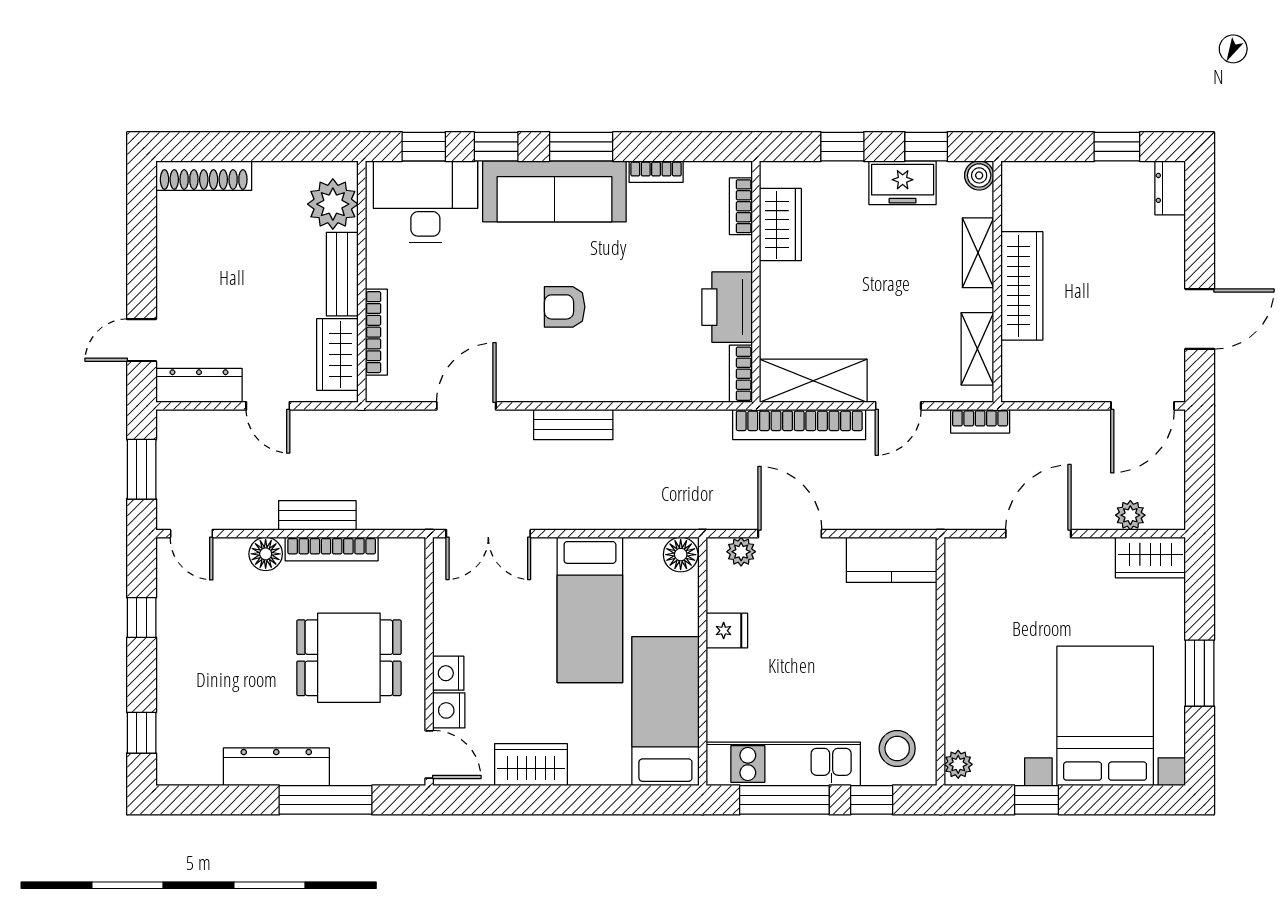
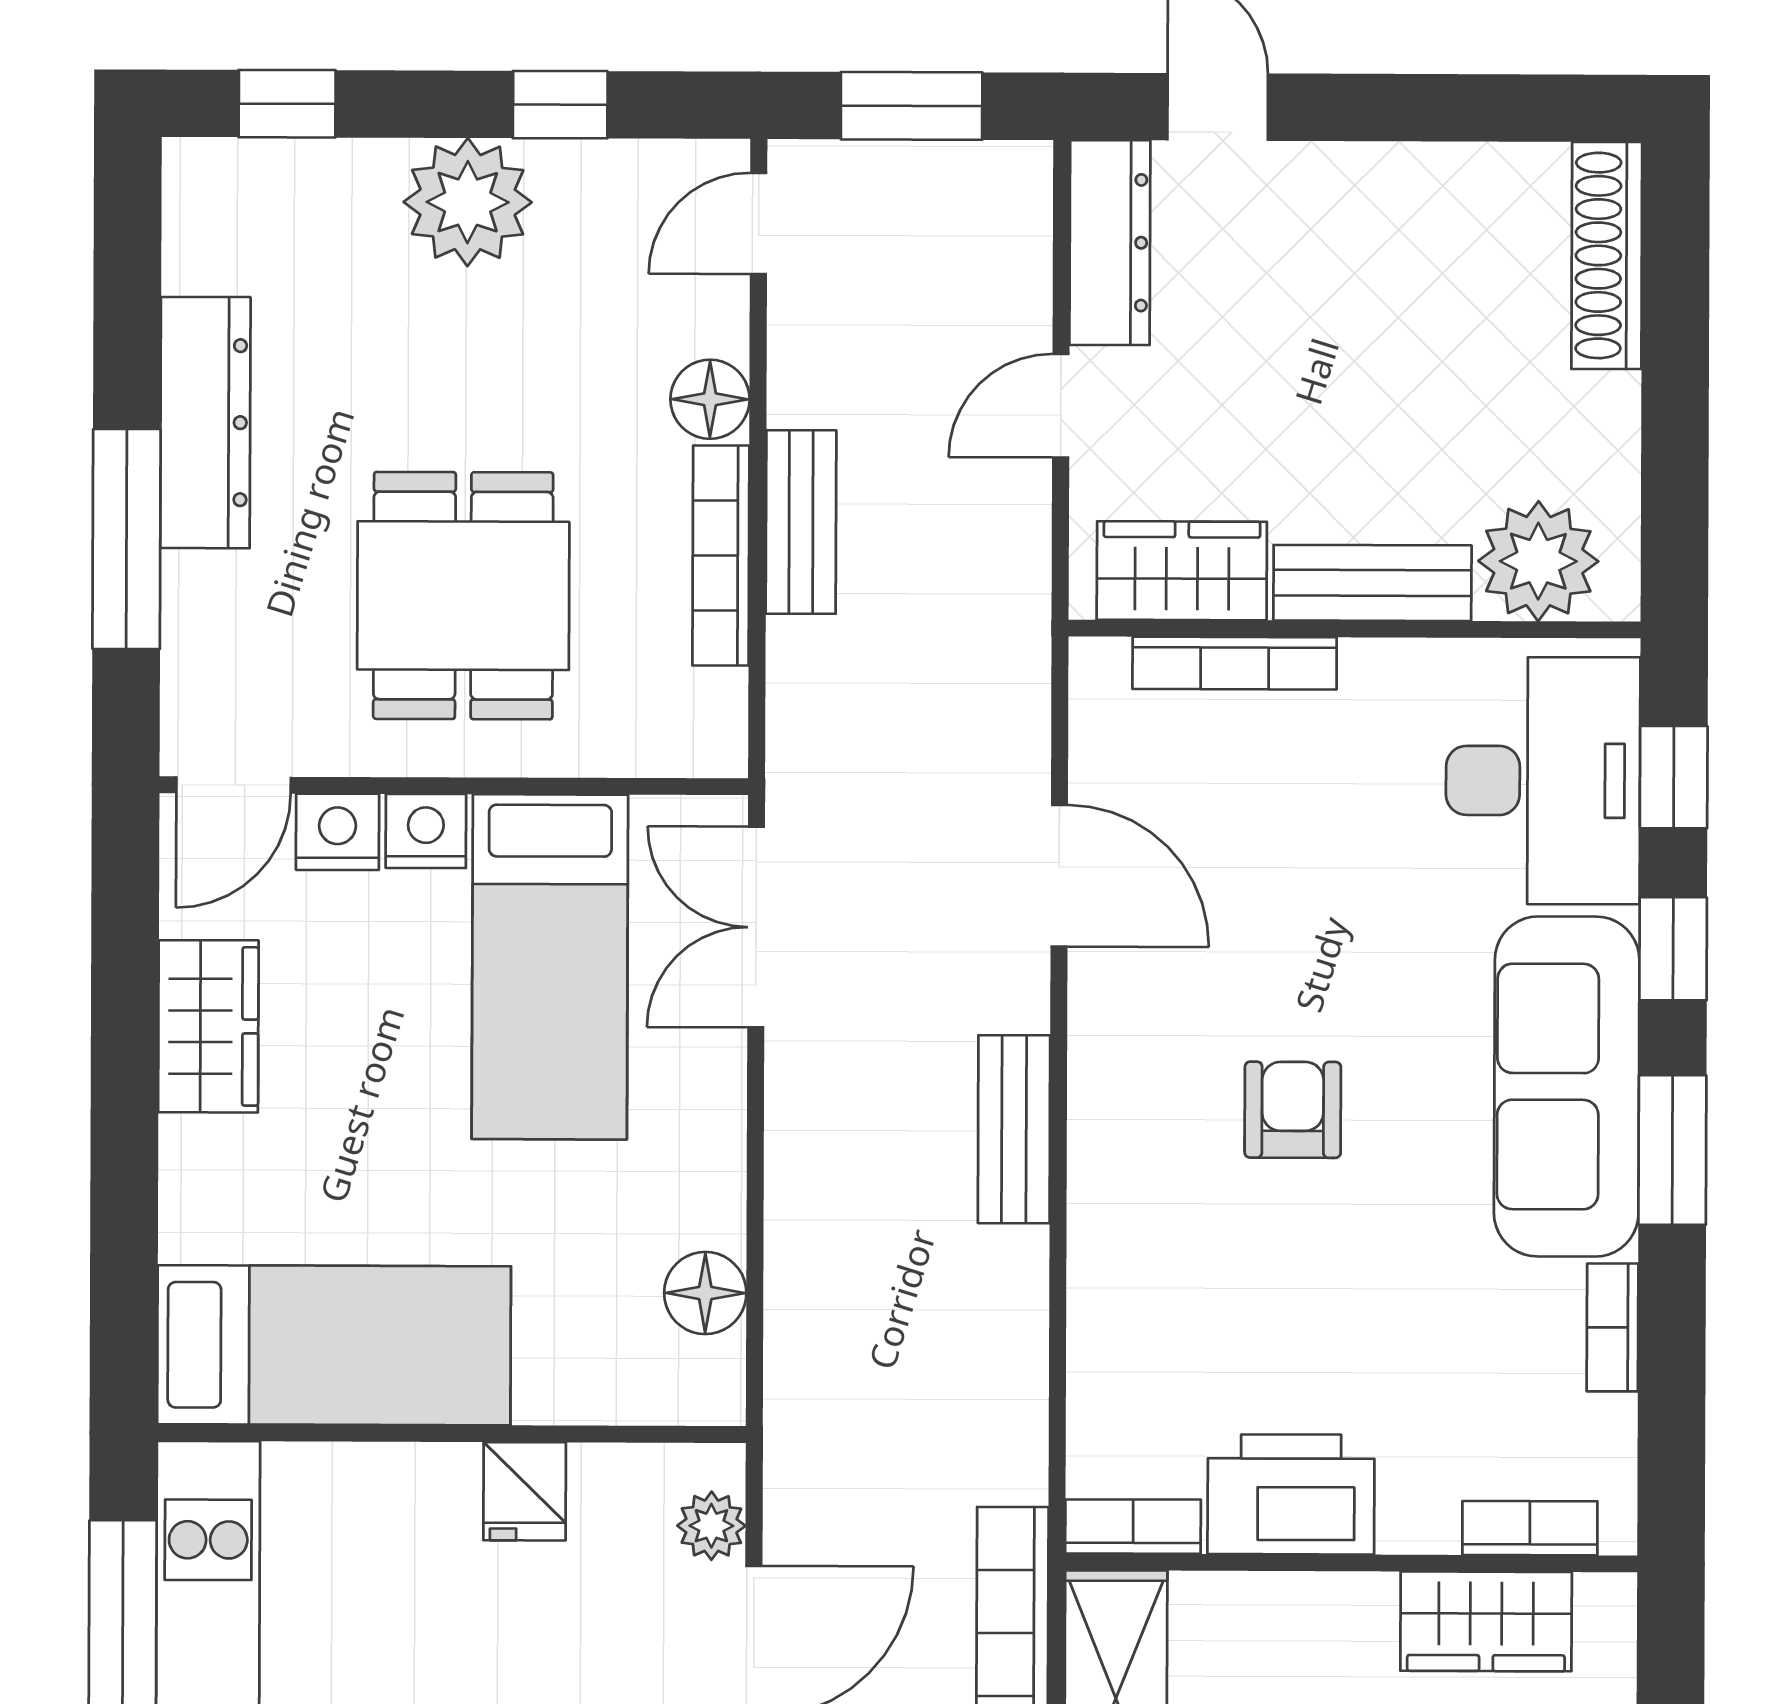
floor lamp: (681, 555) -> (705, 1293), moved
bed: (590, 610) -> (550, 967), moved, turned -90
plant: (183, 656) -> (468, 202), added

